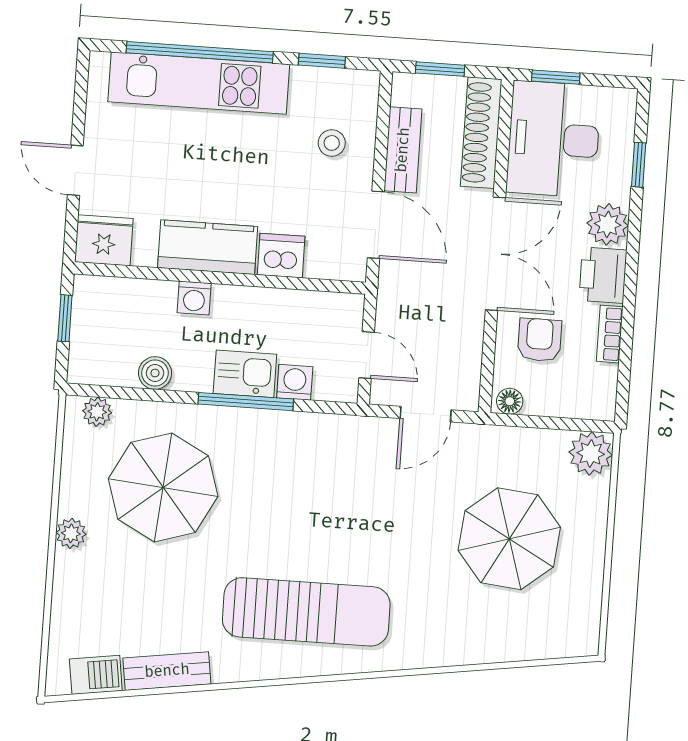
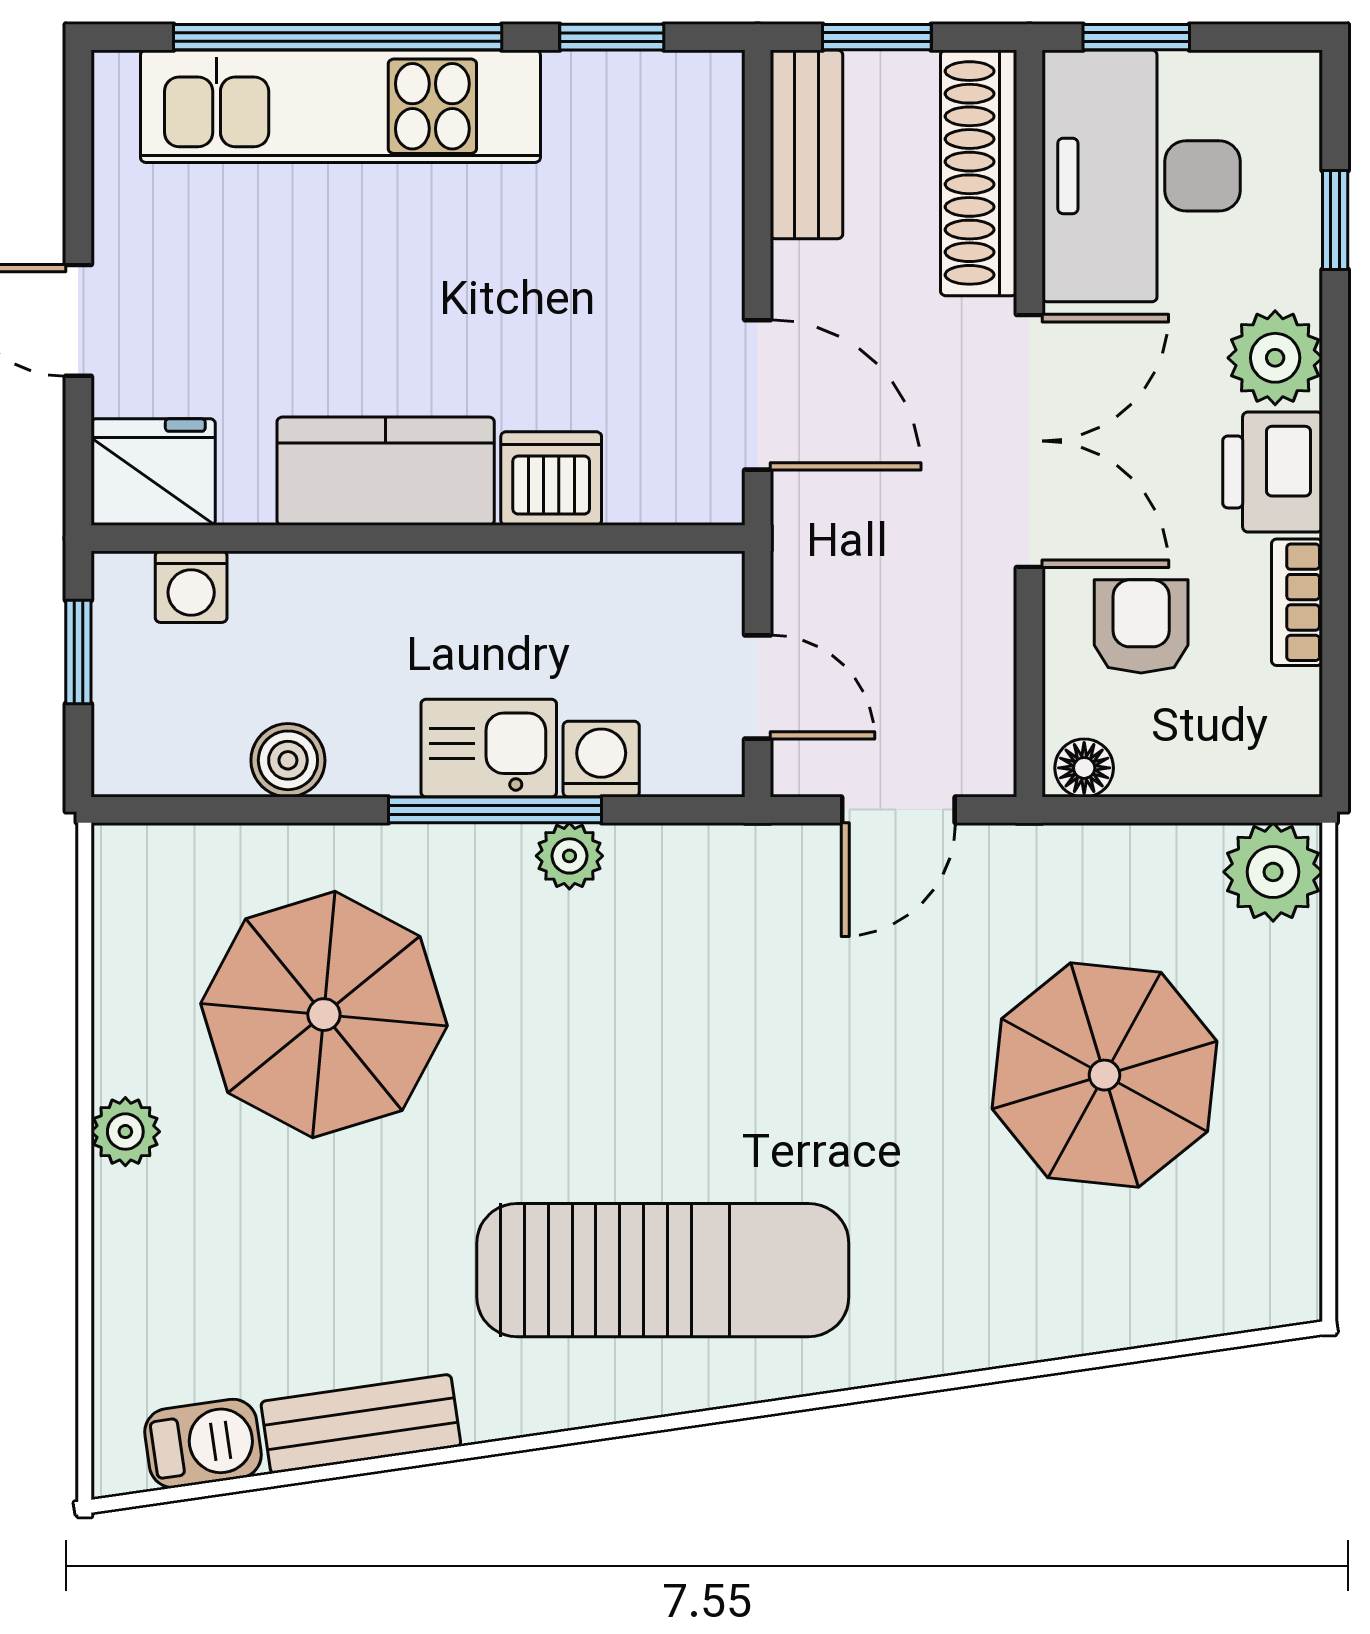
stool: (332, 143) -> (647, 219), removed
bench: (403, 150) -> (806, 144), moved
washing machine: (194, 298) -> (191, 587), moved
plant: (97, 412) -> (569, 856), moved

